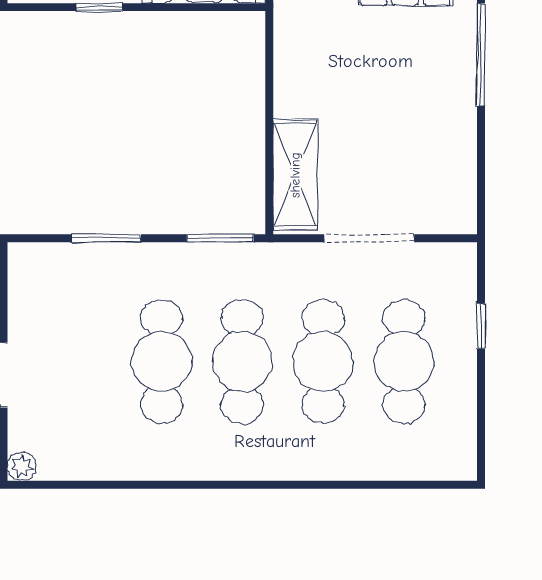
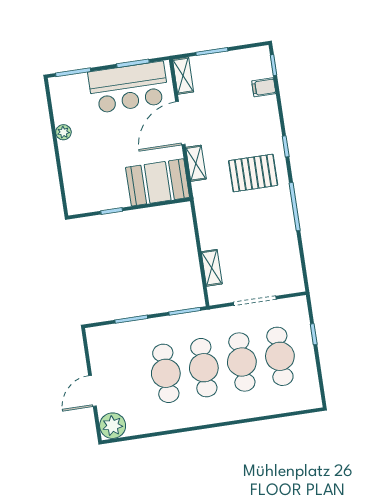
shelving: (295, 175) -> (212, 268), width x0.67, depth x0.75
plant: (22, 466) -> (113, 426), width x1.87, depth x1.87

